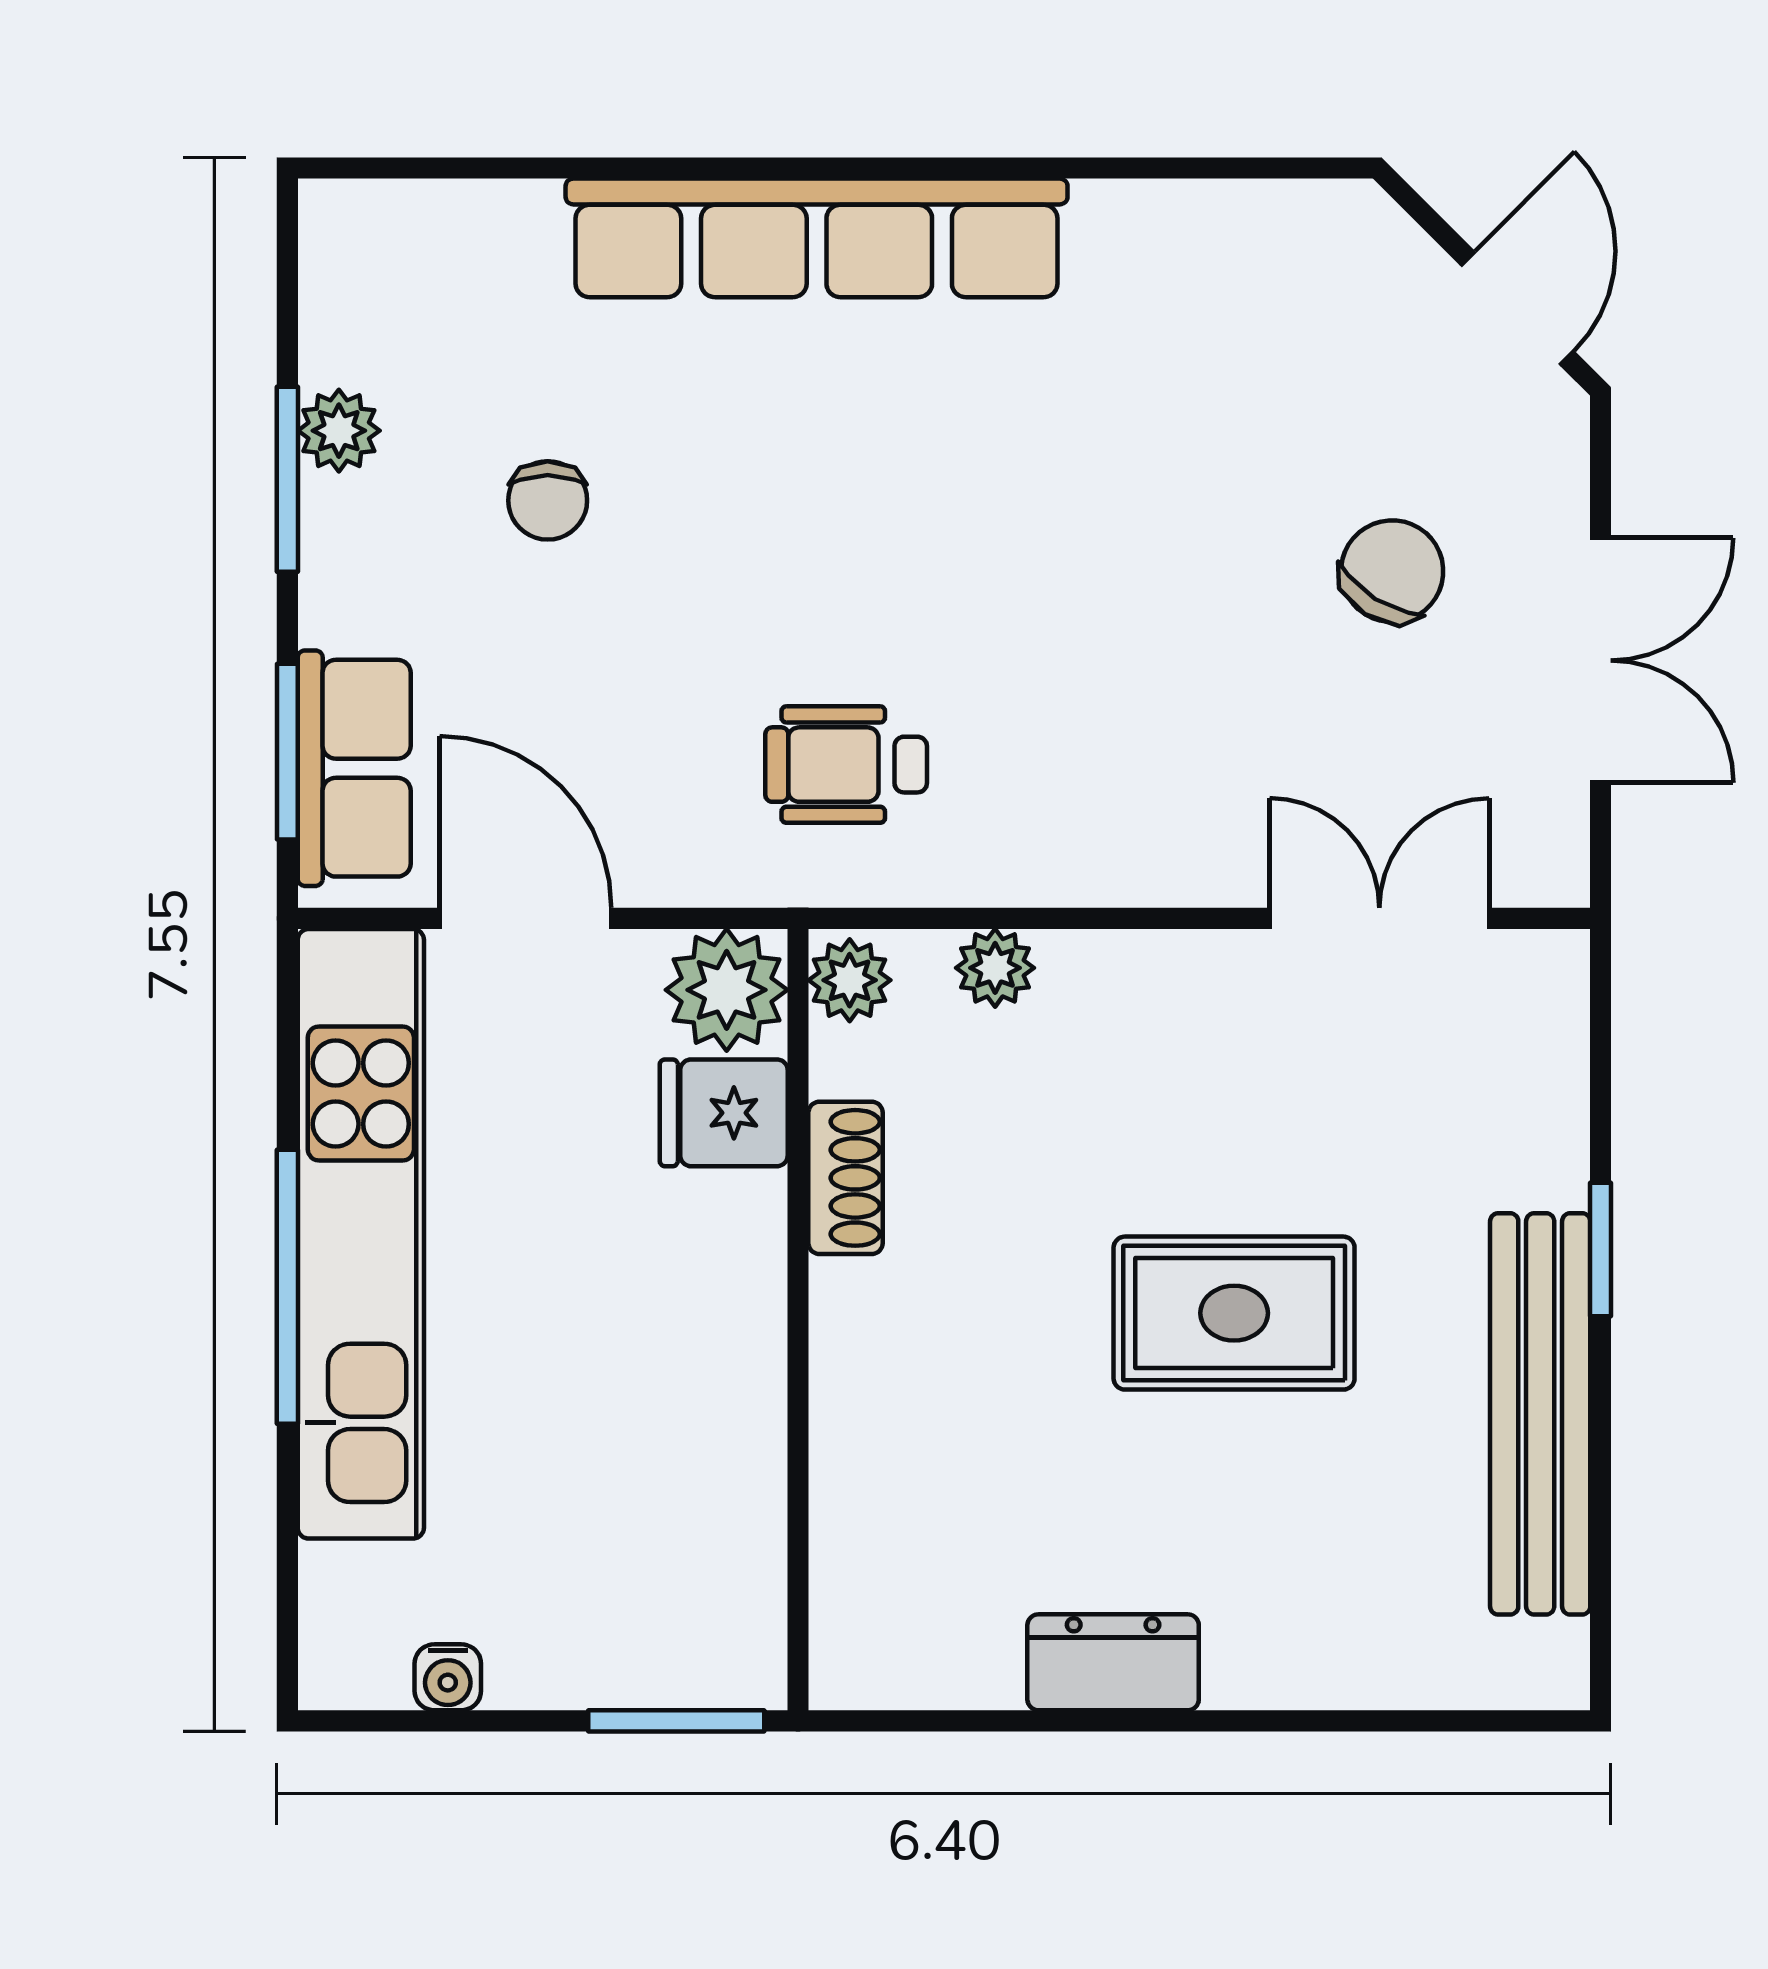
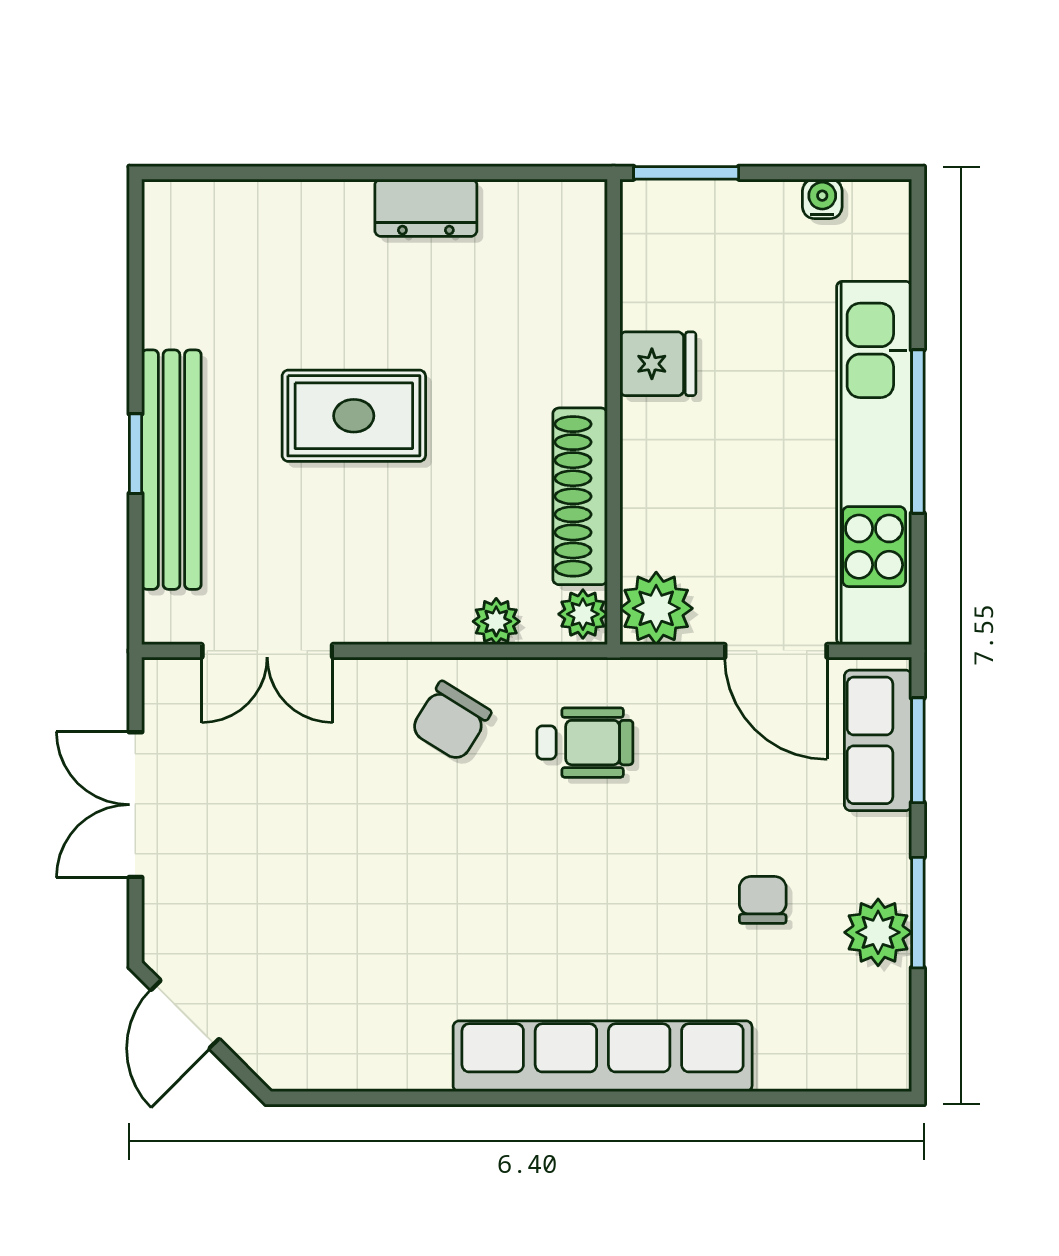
plant: (339, 431) -> (878, 932), width x1.38, depth x1.38
chair: (1392, 571) -> (451, 721), moved
fridge: (724, 1113) -> (658, 364), moved
shoe rack: (846, 1178) -> (580, 496), width x1.94, depth x1.24
bench: (1540, 1414) -> (171, 470), moved

